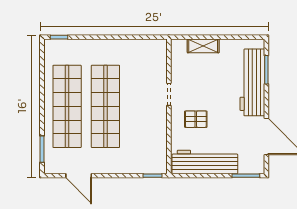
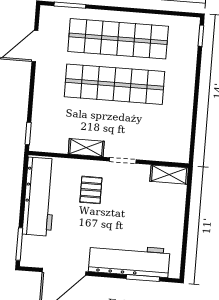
shelving: (203, 46) -> (169, 175), moved, turned 90
shelving: (161, 126) -> (86, 148), added

